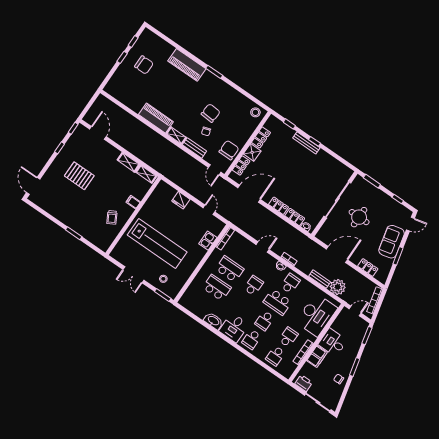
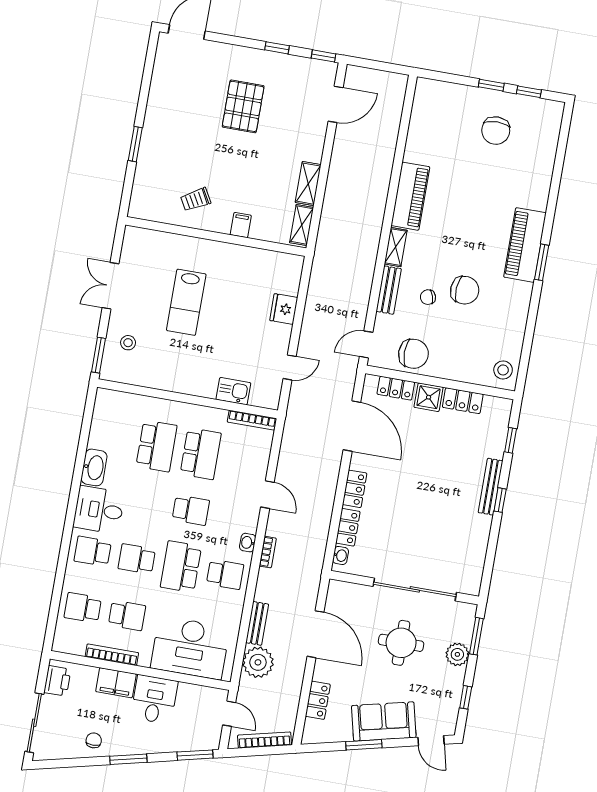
piano: (187, 65) -> (525, 245), moved
plant: (376, 194) -> (457, 654), added
lab bench: (157, 243) -> (186, 302), width x0.54, depth x0.72

